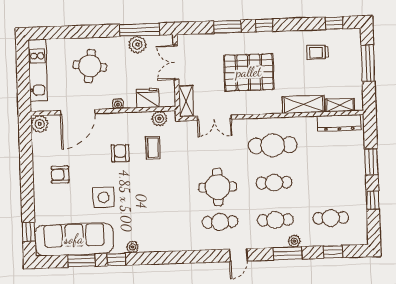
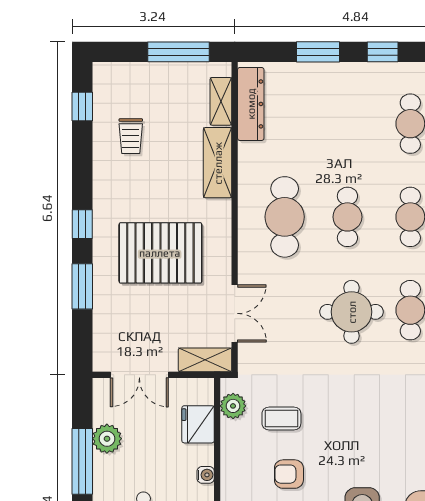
window: (139, 30) -> (82, 461), moved
window: (368, 63) -> (178, 52), moved
pallet: (249, 72) -> (160, 253), turned 90

